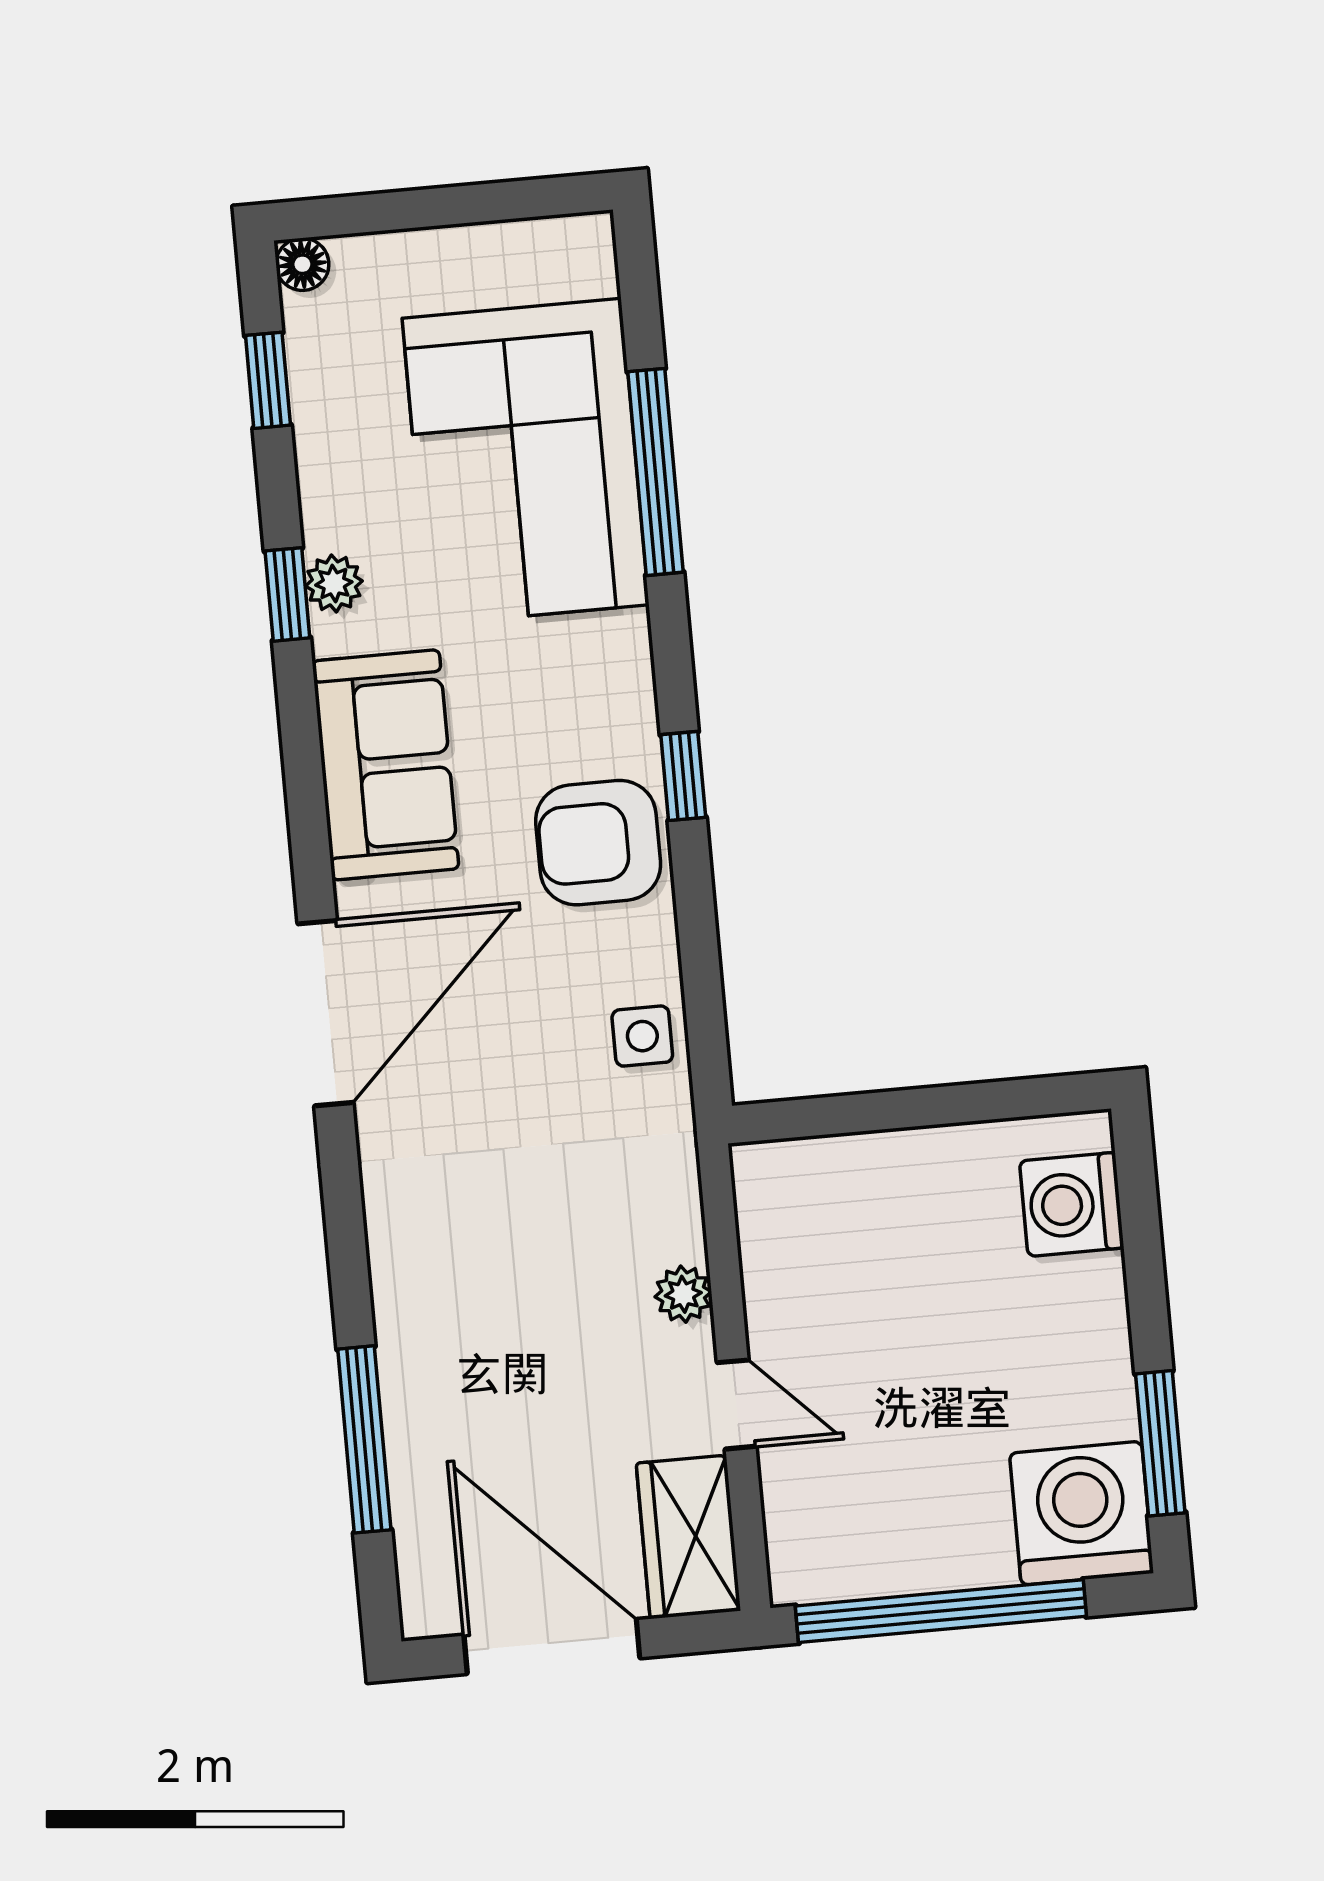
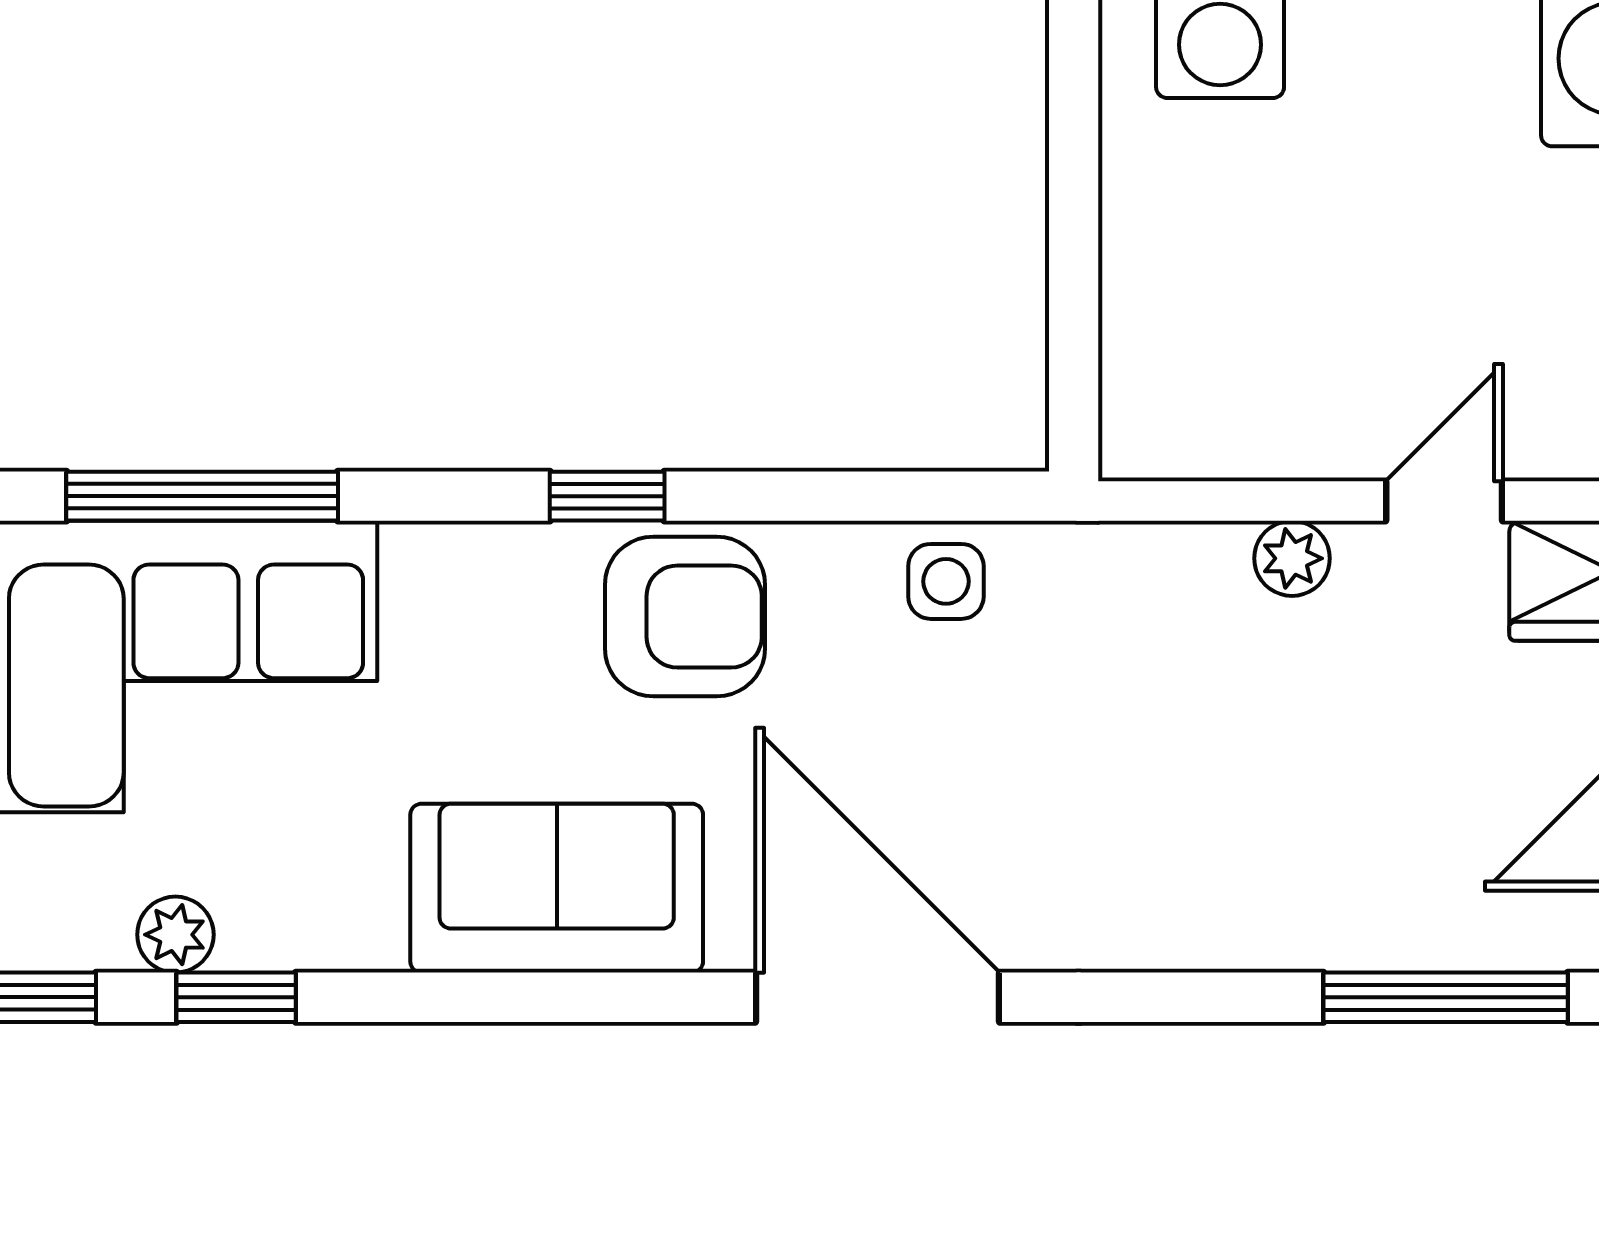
plant: (334, 583) -> (175, 935), moved
window: (287, 594) -> (236, 997), moved
armchair: (598, 843) -> (685, 617), turned -90

